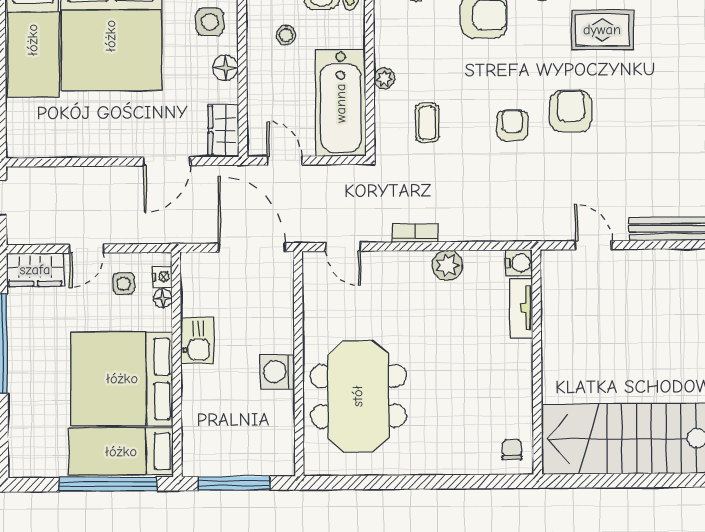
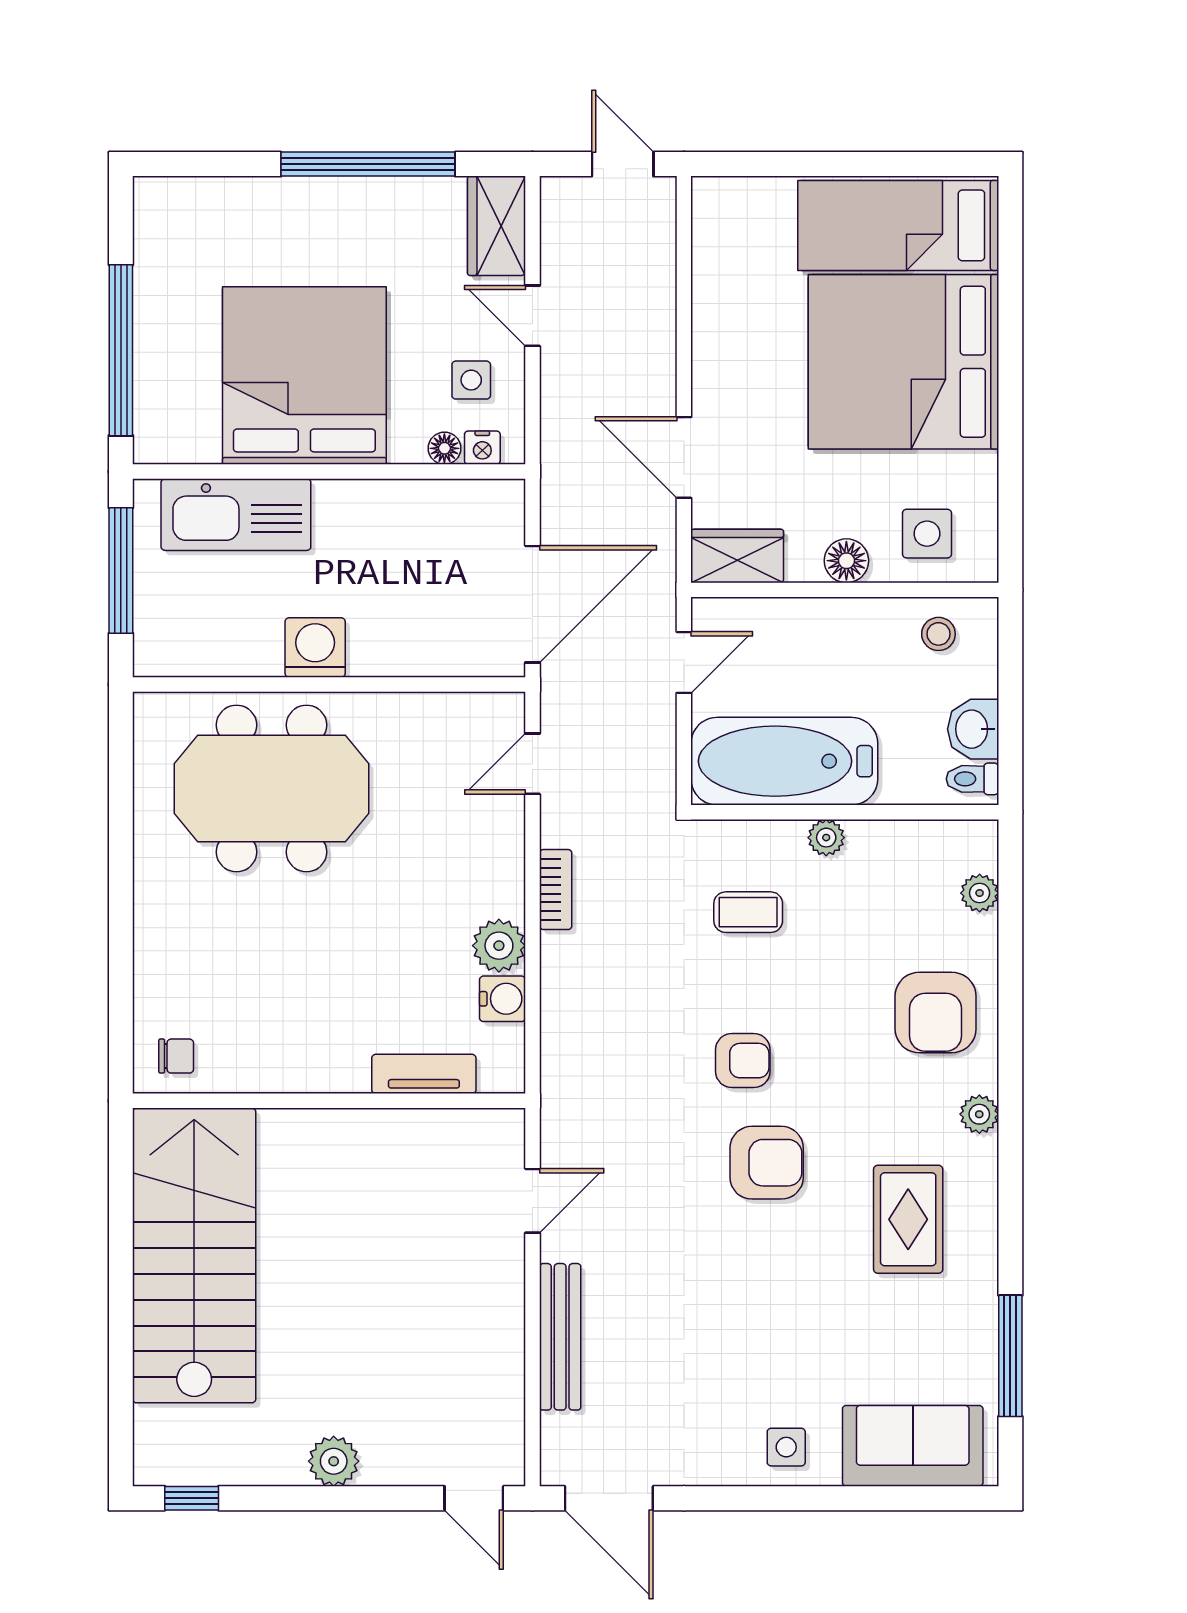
stool: (286, 35) -> (938, 634), moved
water cooler: (519, 263) -> (502, 999), moved, turned -90
kitchen sink: (197, 341) -> (236, 515), moved, width x1.88, depth x1.24
bed: (121, 452) -> (178, 374), removed

